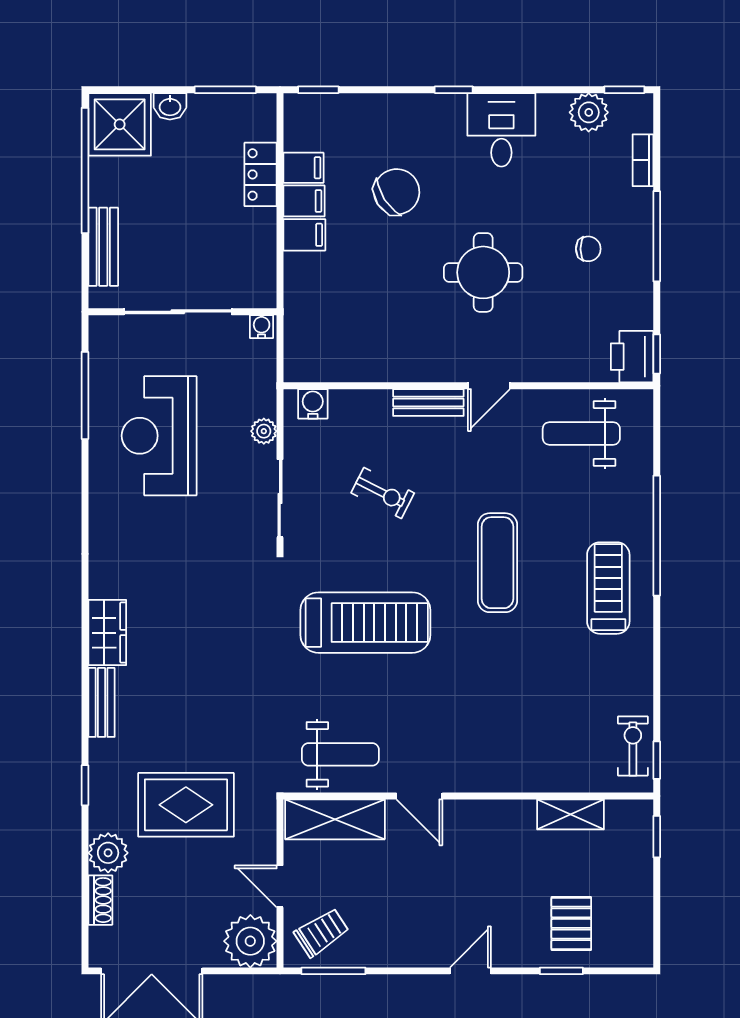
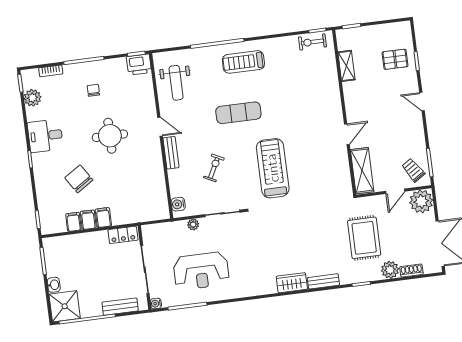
locker: (261, 174) -> (123, 235), moved
water cooler: (262, 327) -> (156, 304), moved
weight bench: (340, 754) -> (333, 172), removed

